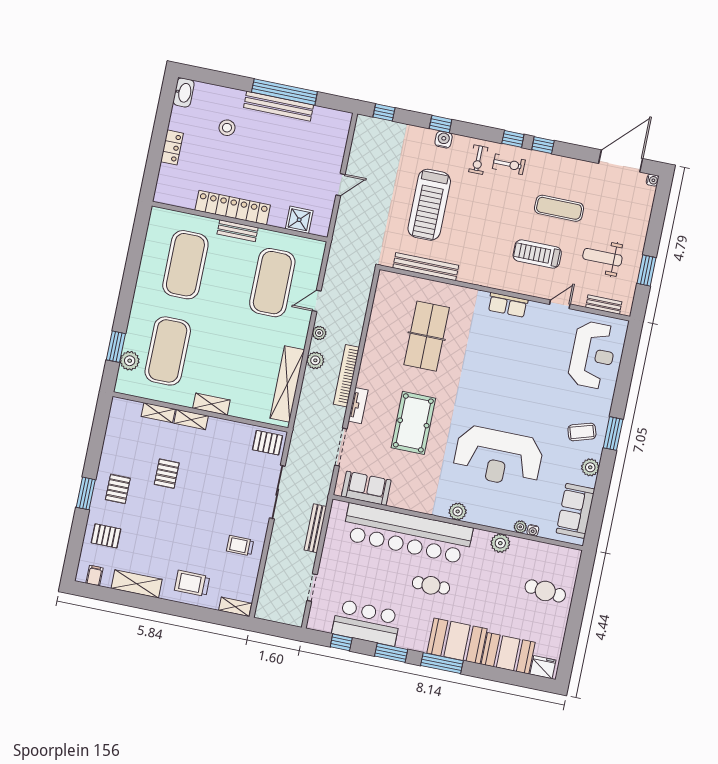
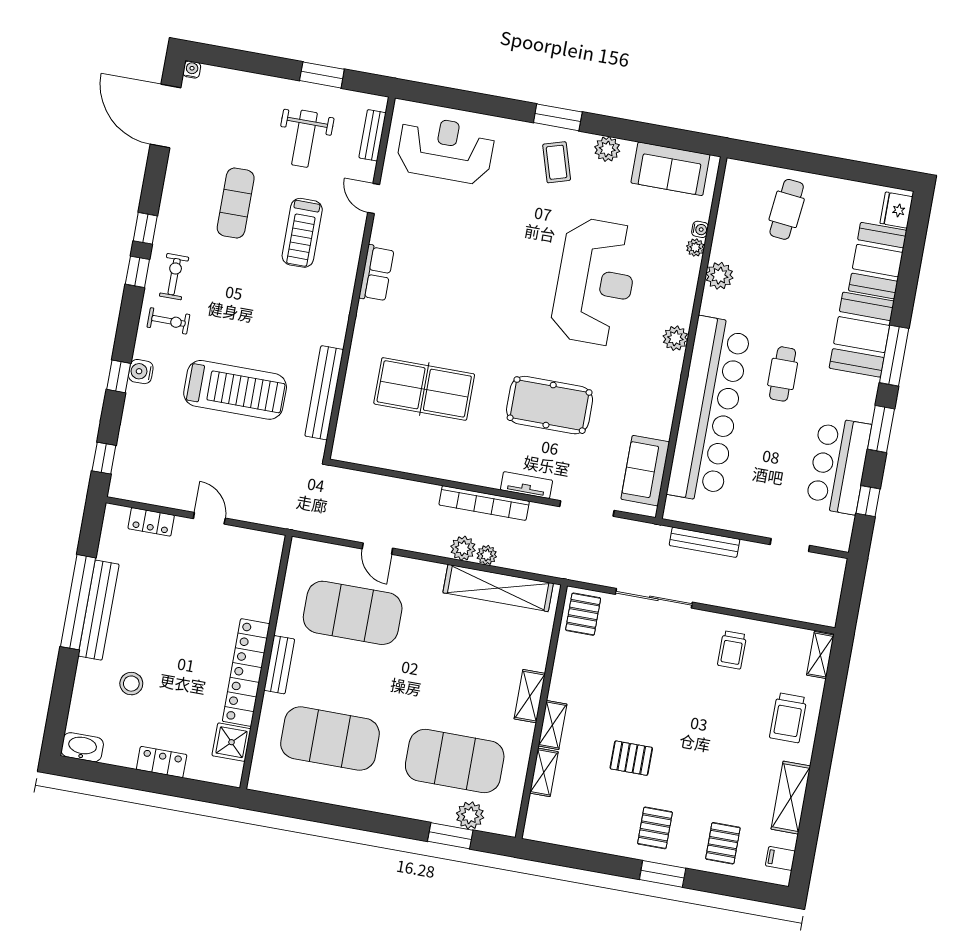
locker: (339, 144) -> (151, 522), added
shower: (299, 220) -> (231, 742), moved
plant: (319, 333) -> (487, 555), moved
pallet: (118, 489) -> (655, 828), turned 90

